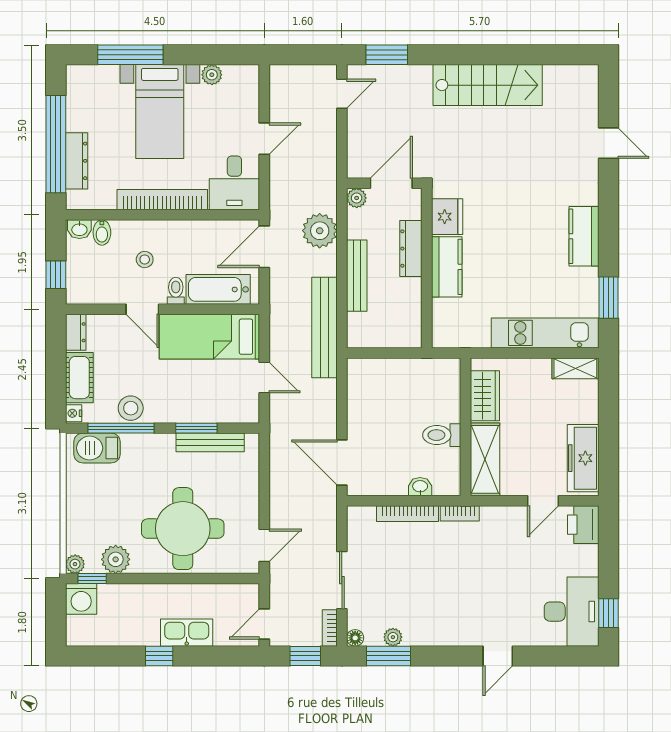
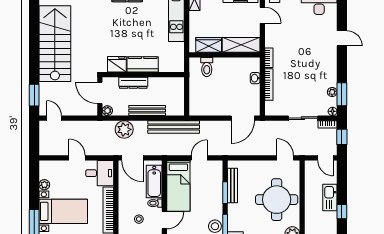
stairs: (488, 85) -> (55, 44), width x1.36, depth x1.51
toilet: (442, 435) -> (207, 67), moved

